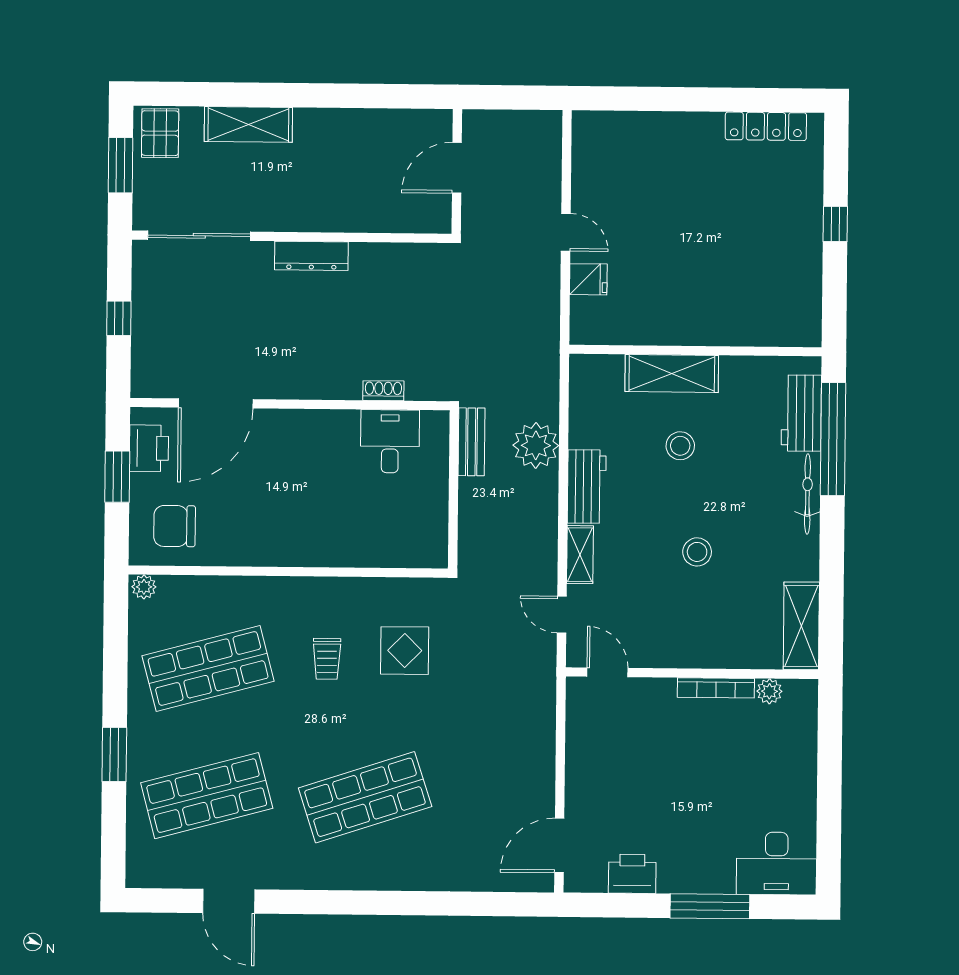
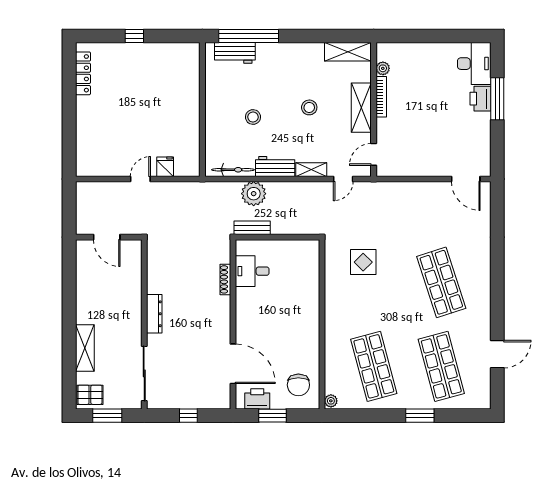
shelving: (672, 373) -> (361, 108), moved
shoe rack: (383, 391) -> (225, 279), width x1.43
bicycle: (807, 494) -> (233, 170), moved, turned 180
trolley: (327, 659) -> (368, 303), removed
printer: (632, 874) -> (480, 99), moved

